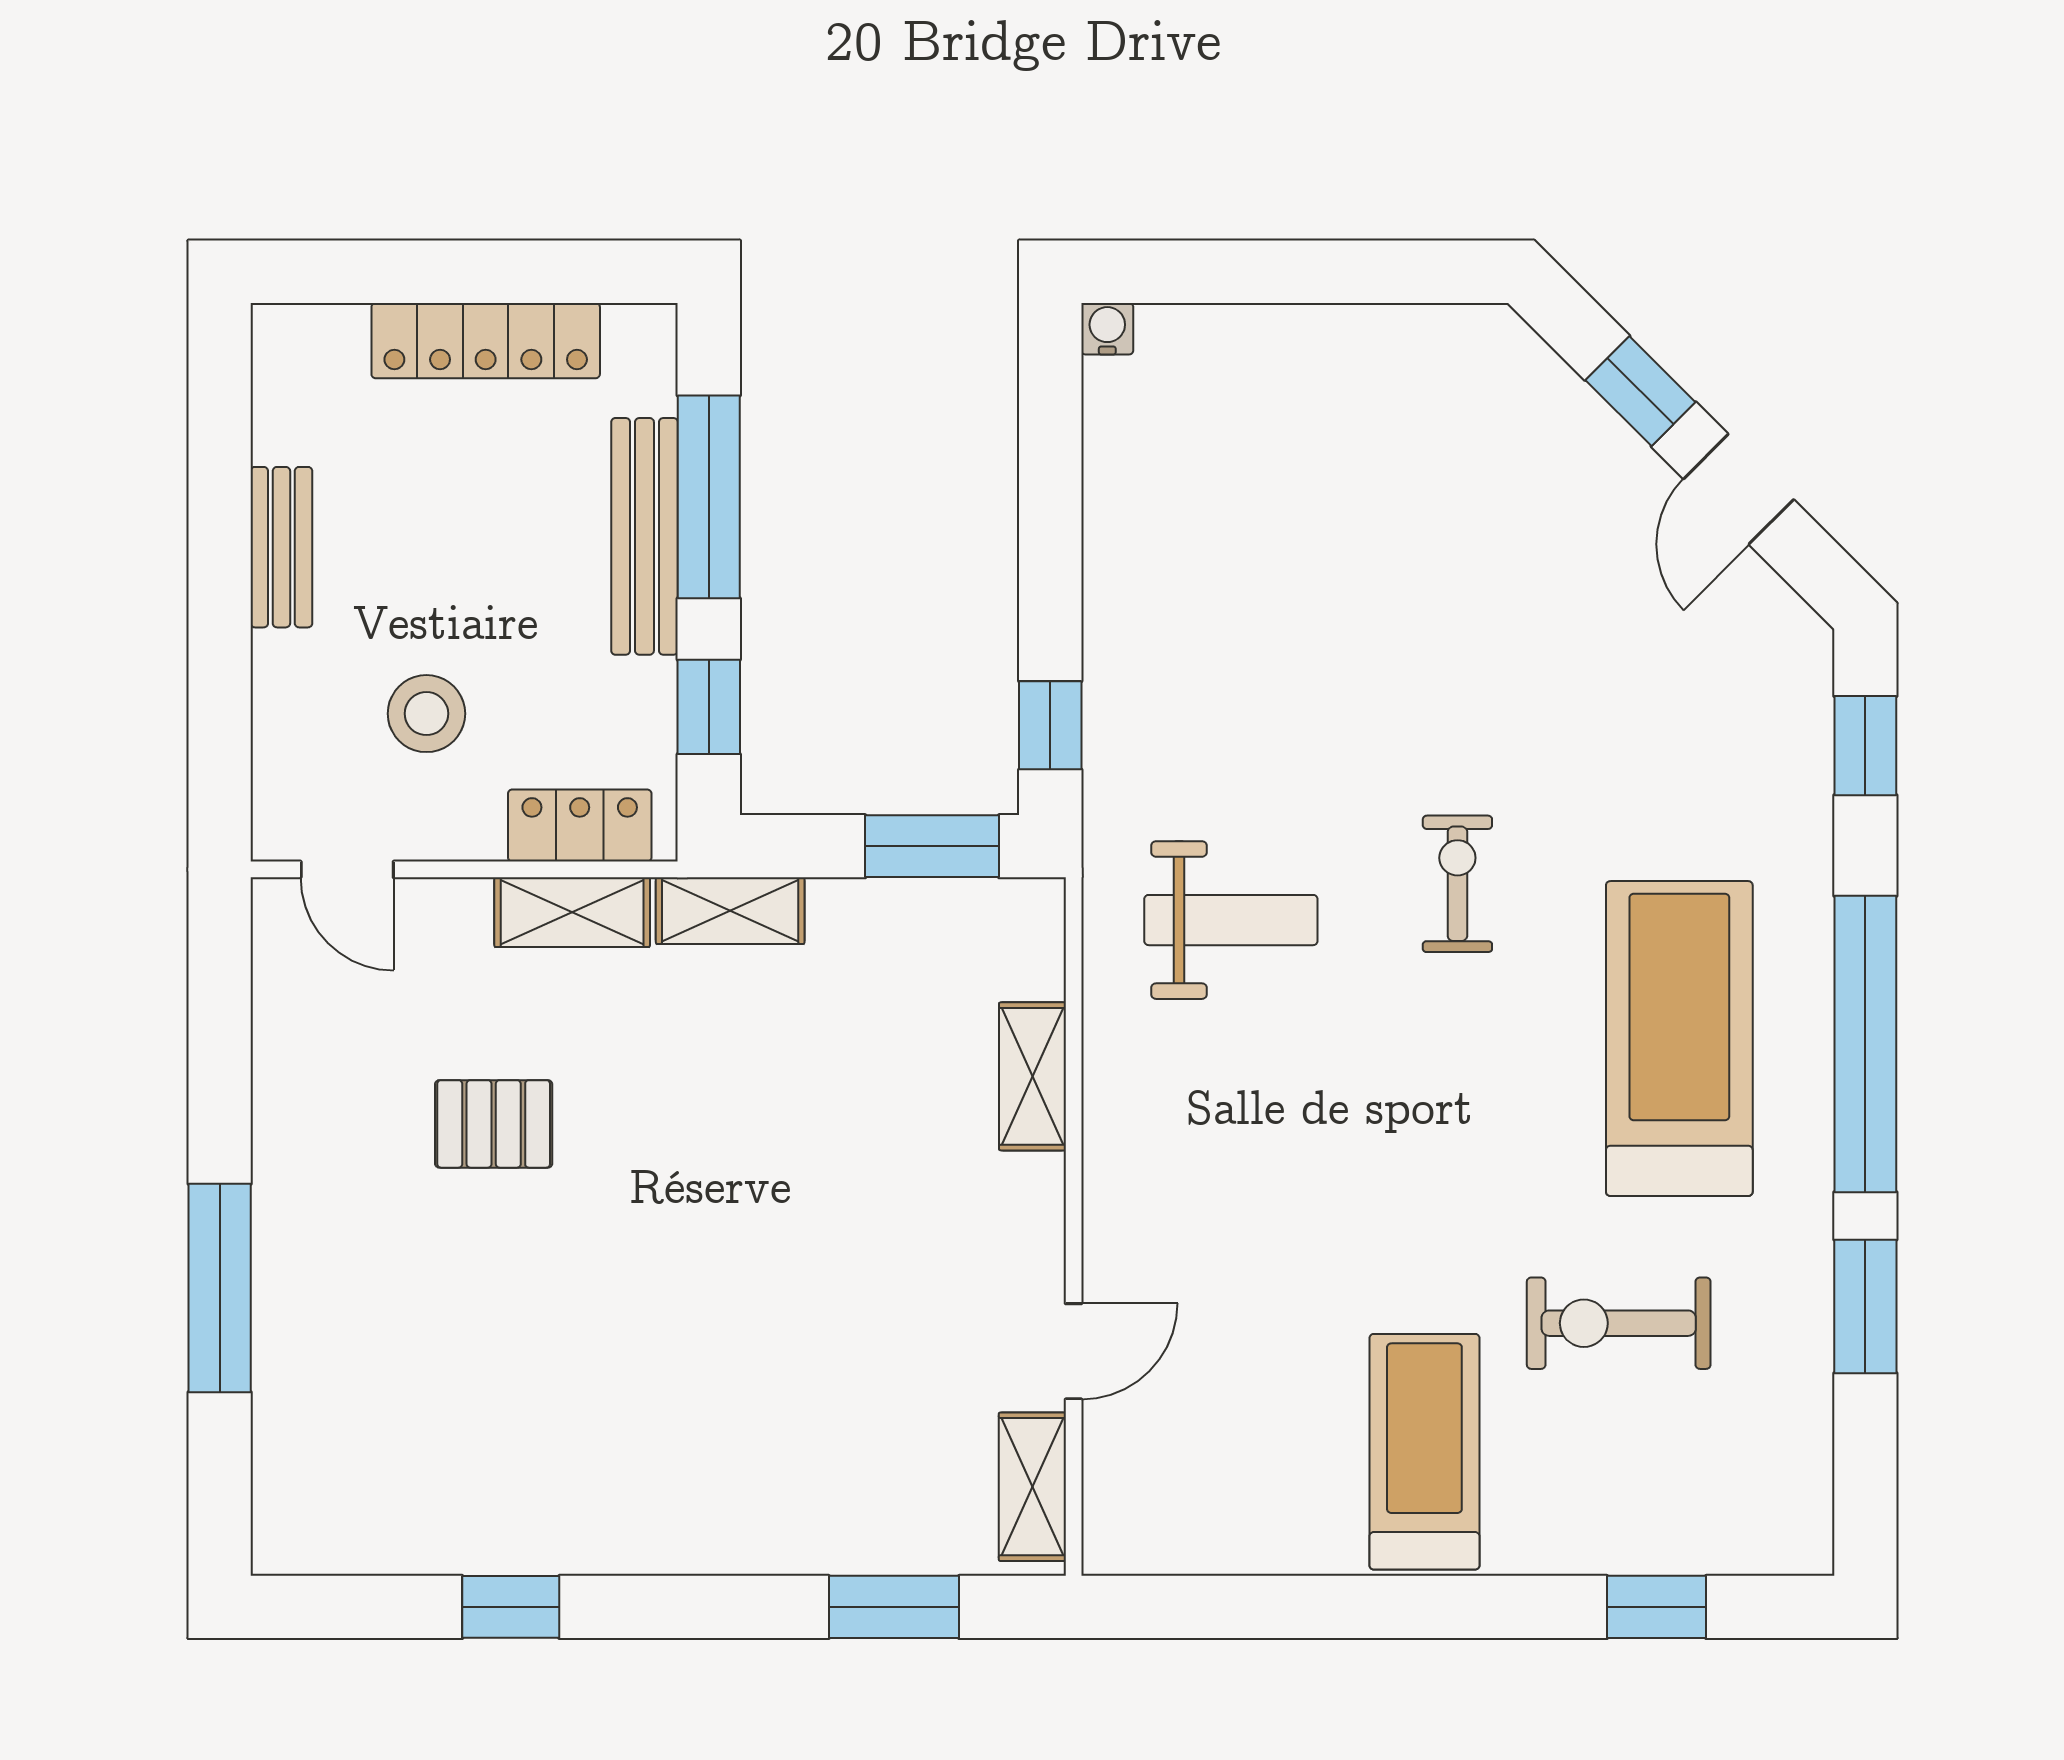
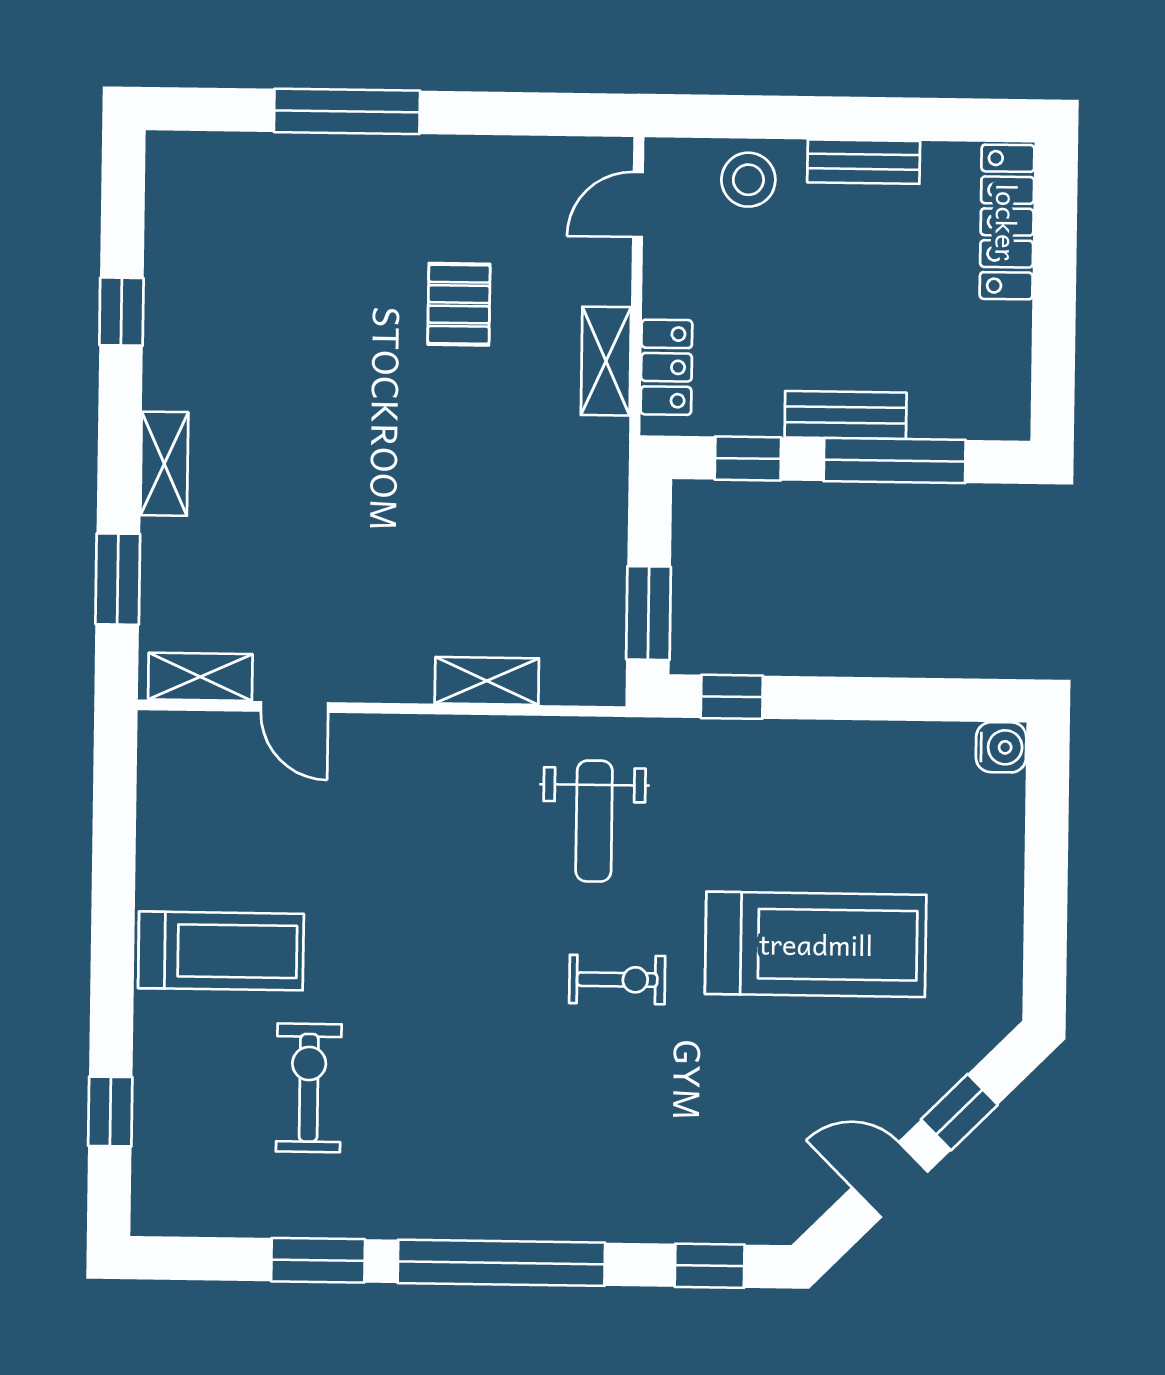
water cooler: (1107, 329) -> (1001, 747), width x1.38, depth x1.38
locker: (486, 341) -> (1007, 222), moved
bench: (644, 536) -> (846, 415), width x0.73
stool: (426, 714) -> (748, 180), moved
shelving: (730, 911) -> (164, 464), moved
treadmill: (1679, 1039) -> (816, 944), moved

